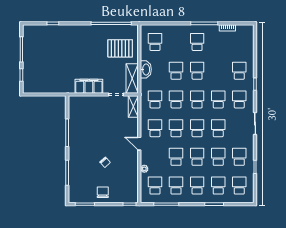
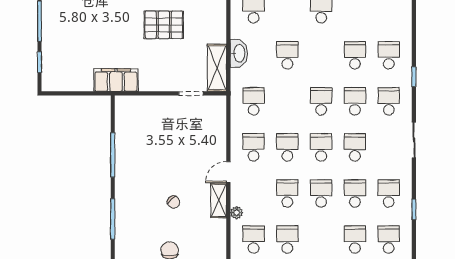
pallet: (120, 48) -> (164, 25), moved
school desk: (197, 71) -> (355, 55), moved
filing cabinet: (89, 86) -> (116, 80), moved
school desk: (176, 99) -> (287, 101), removed
shelving: (133, 107) -> (219, 200), moved
door: (139, 144) -> (228, 172), hinge flipped
school desk: (197, 186) -> (321, 239), removed

